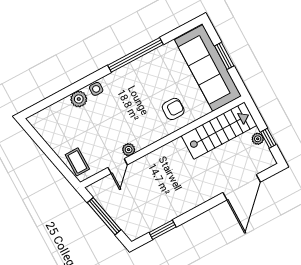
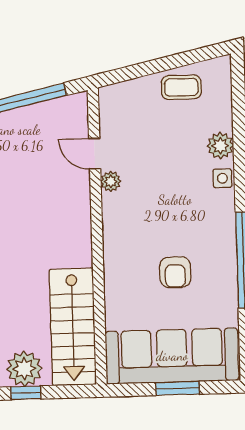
armchair: (173, 109) -> (175, 272), moved
plant: (258, 139) -> (24, 369), width x1.87, depth x1.87
coffee table: (77, 162) -> (181, 87), moved

